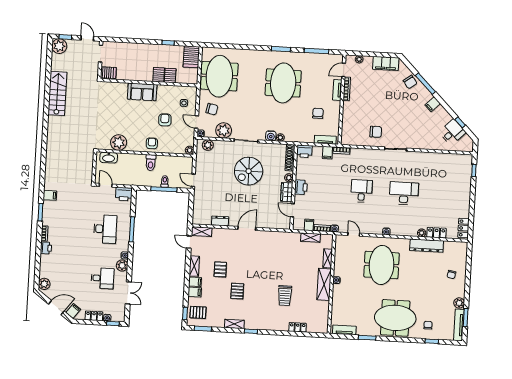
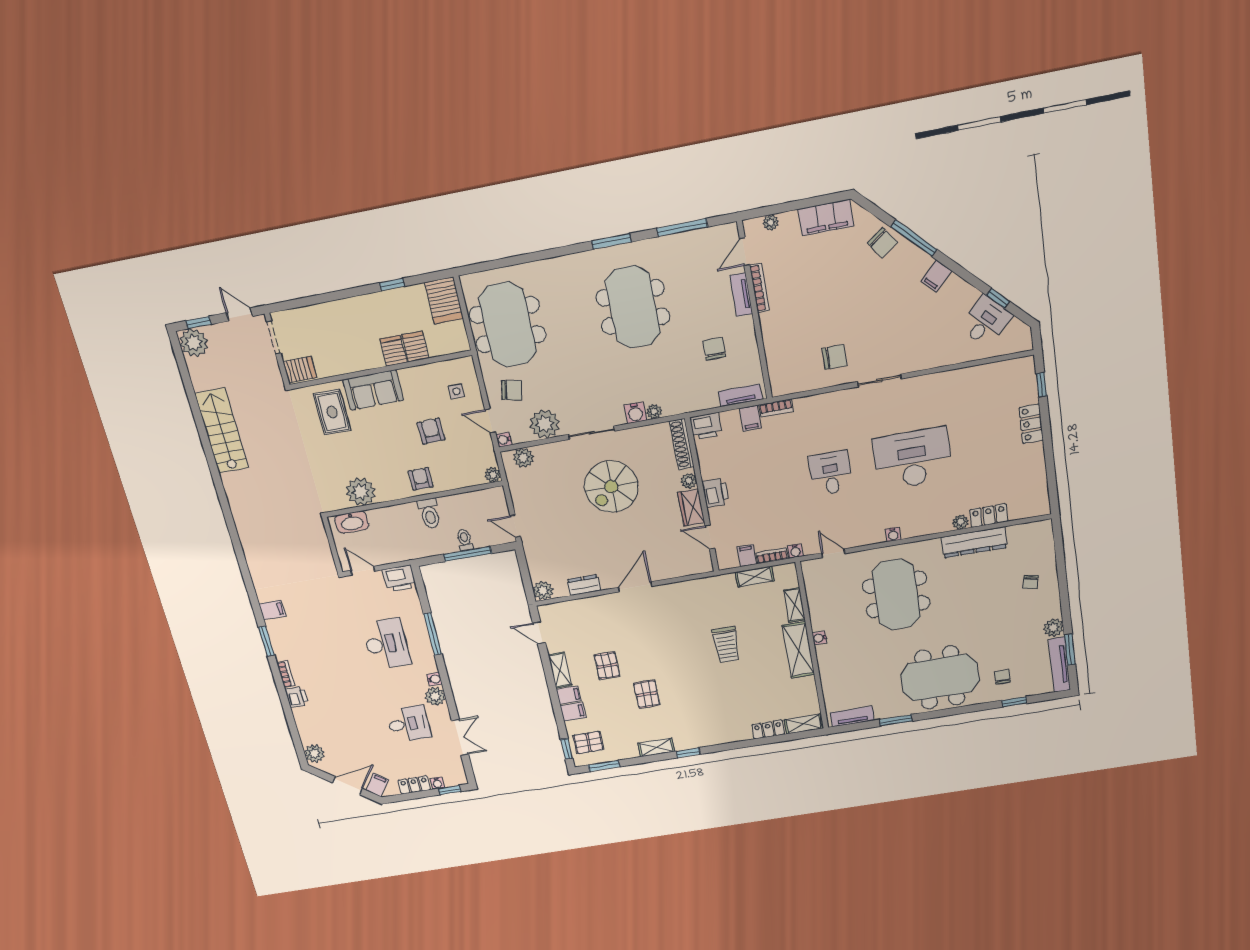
rug: (117, 98) -> (332, 412), added
desk: (404, 193) -> (912, 459), width x1.36, depth x1.30
plant: (198, 219) -> (543, 591), added
locker: (463, 228) -> (1031, 424), moved
shelving: (202, 232) -> (803, 724), moved
trolley: (285, 296) -> (726, 645), moved

